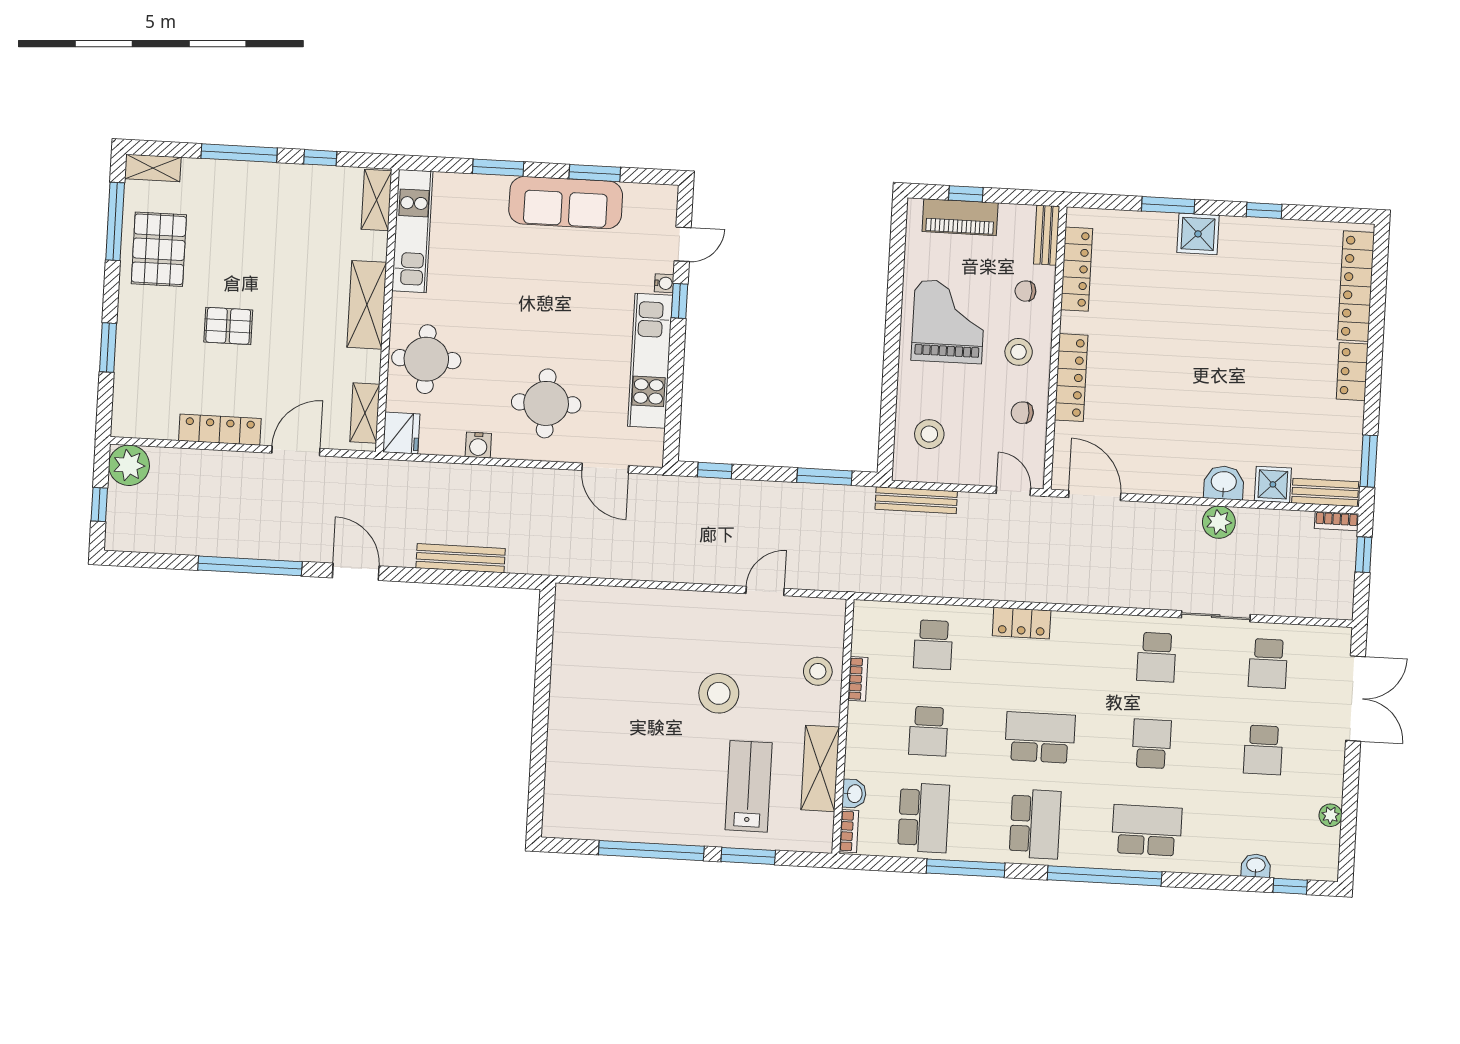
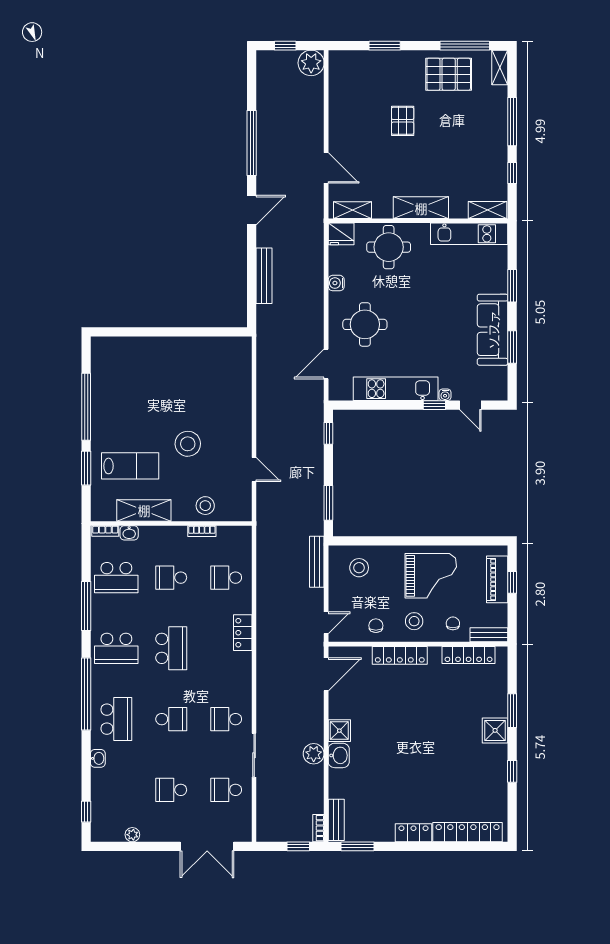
locker: (220, 430) -> (337, 119), removed
shower: (1273, 484) -> (339, 731), moved
washbasin: (1256, 866) -> (98, 758), moved

